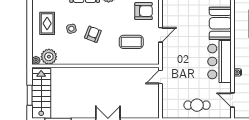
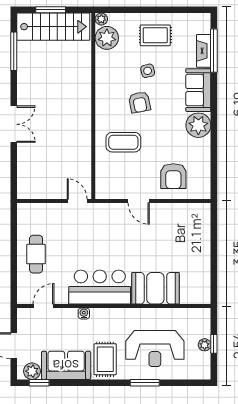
armchair: (93, 34) -> (140, 102), turned 58
coffee table: (131, 42) -> (123, 142), moved, turned 90

